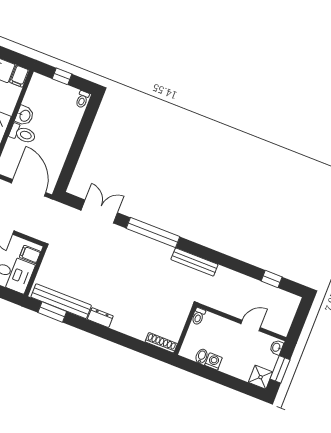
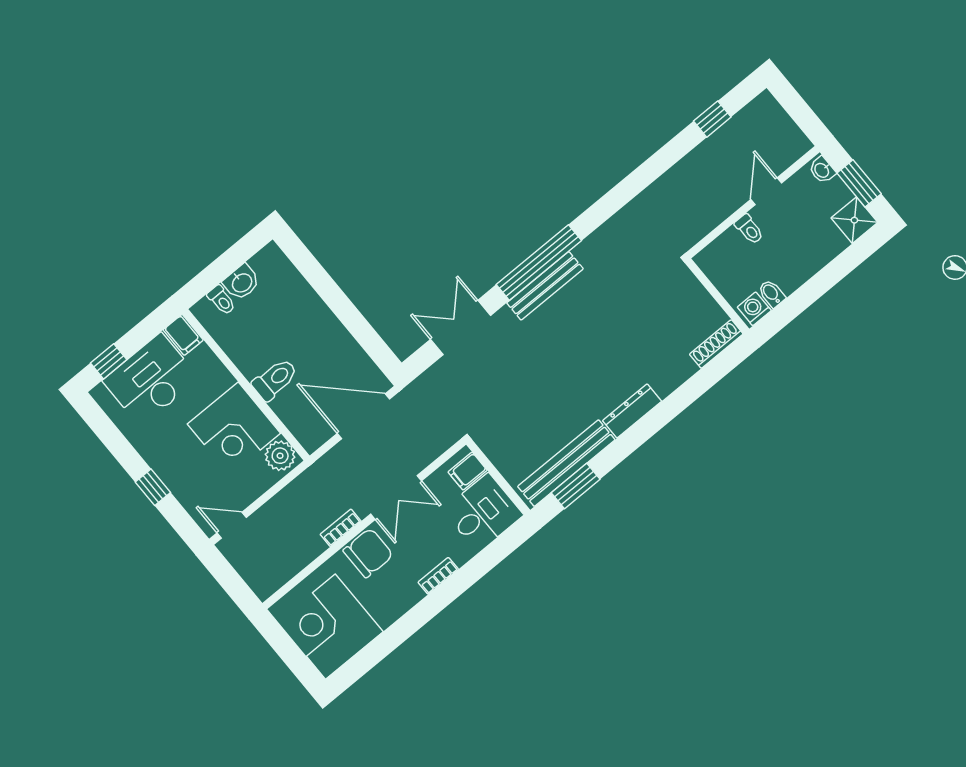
window: (62, 76) -> (220, 269), removed
toilet: (82, 99) -> (222, 300), moved
washbasin: (25, 116) -> (242, 282), moved, turned 90
bench: (194, 262) -> (545, 286), moved
toilet: (198, 316) -> (749, 229), moved
dresser: (100, 318) -> (632, 411), width x1.44
washing machine: (214, 361) -> (754, 309), moved

